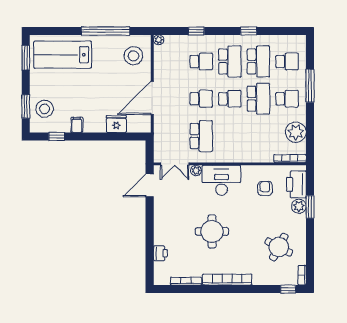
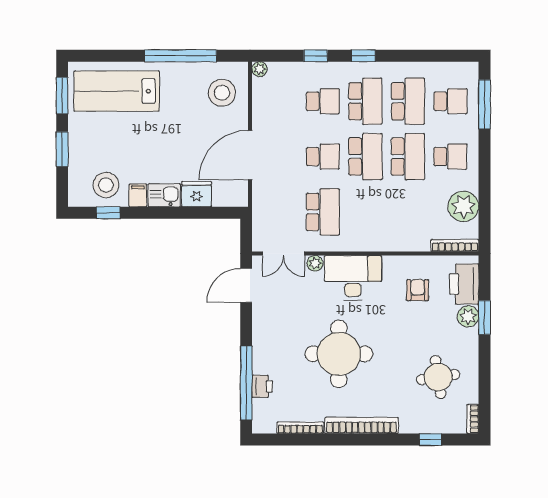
window: (249, 31) -> (363, 56), moved
window: (310, 86) -> (485, 104), moved
school desk: (230, 99) -> (365, 157), width x1.85
window: (26, 106) -> (62, 149), moved
stool: (45, 109) -> (106, 185), moved
kitchen sink: (94, 125) -> (164, 195), added
round table: (212, 231) -> (339, 354), width x1.36, depth x1.36
round table: (279, 247) -> (438, 377), turned -37
window: (150, 251) -> (246, 383), added
window: (288, 289) -> (431, 440), moved

